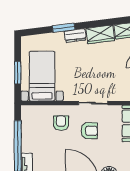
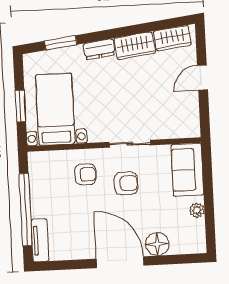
window: (64, 28) -> (61, 43), moved
armchair: (61, 123) -> (85, 174), turned 90

